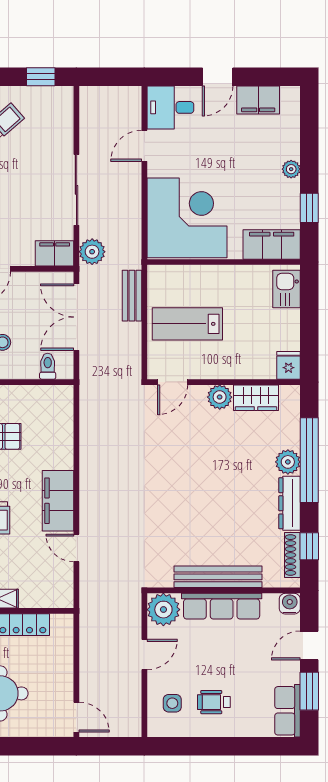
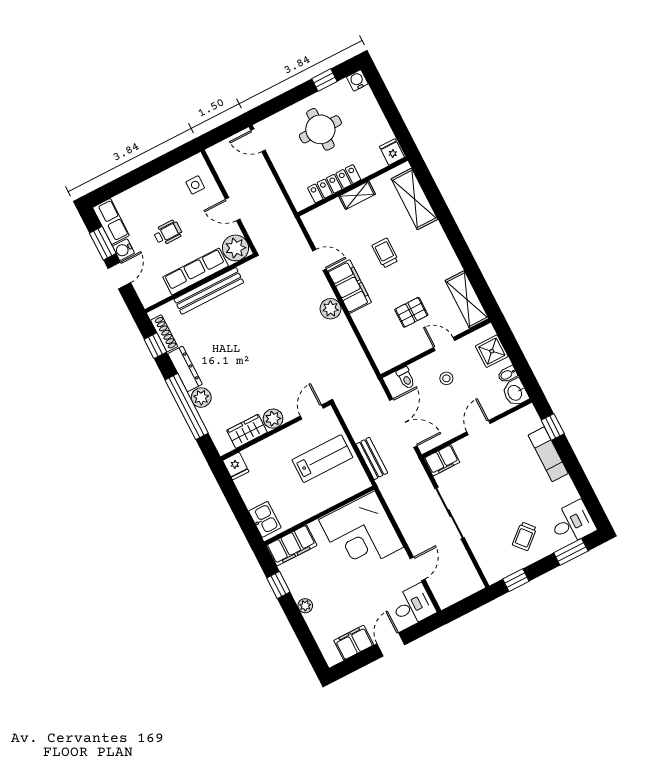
plant: (92, 252) -> (331, 309), moved
water cooler: (290, 604) -> (123, 250), moved, turned 90
door: (144, 655) -> (233, 209), hinge flipped
wheelchair: (214, 702) -> (168, 233), moved

